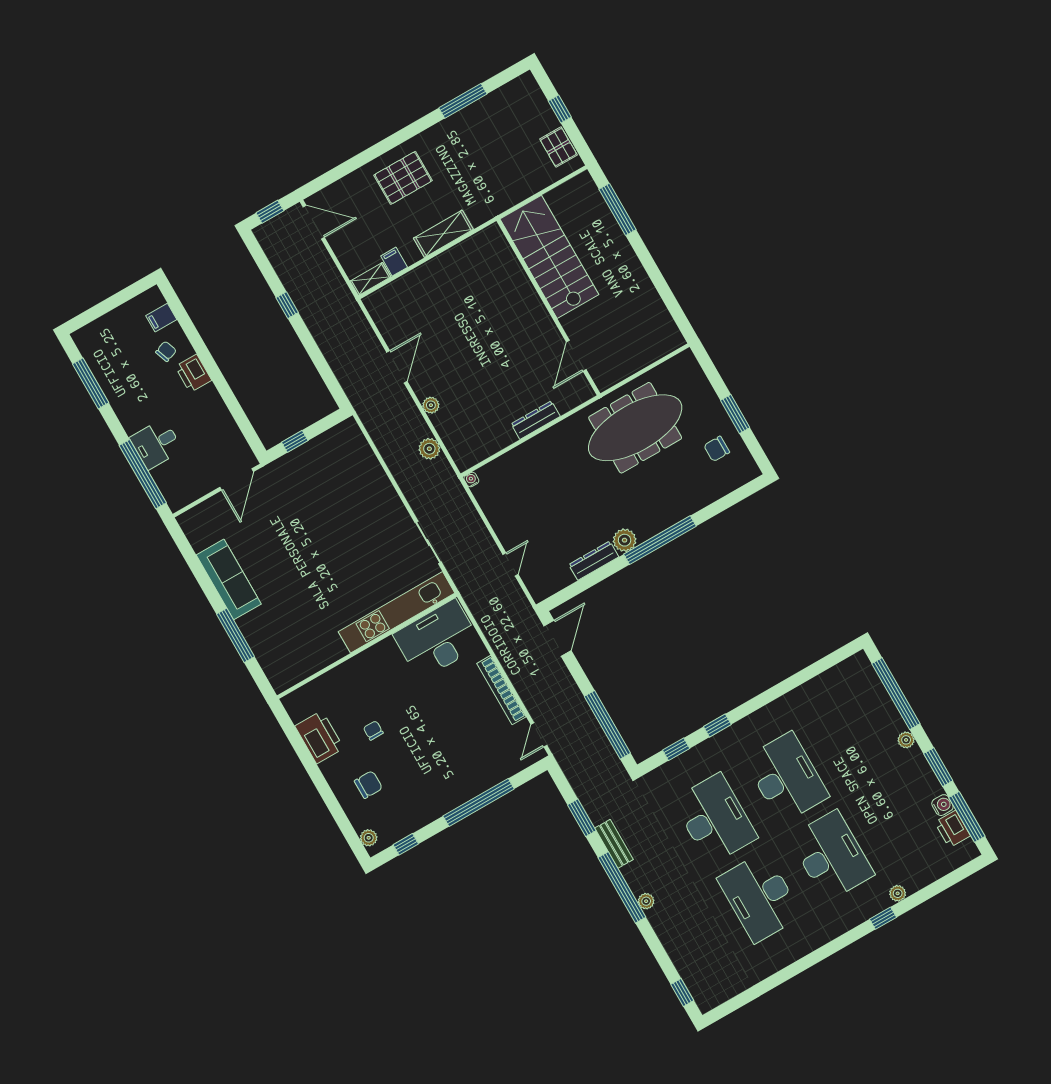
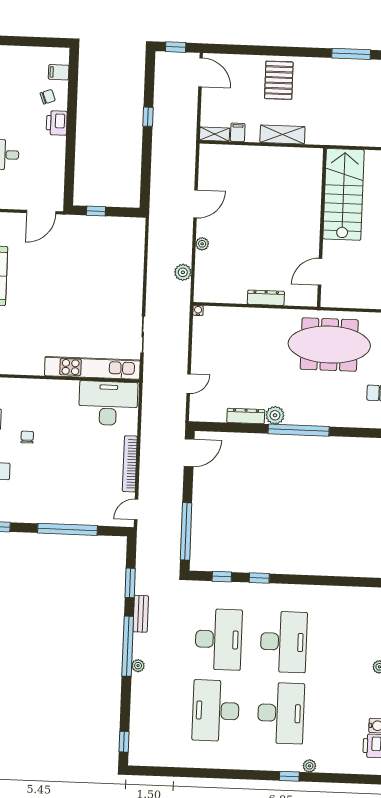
pallet: (403, 178) -> (279, 80), turned 90

